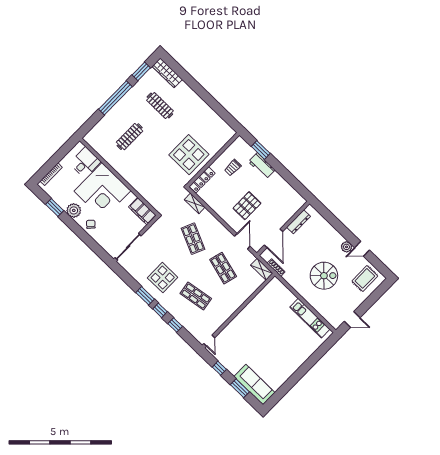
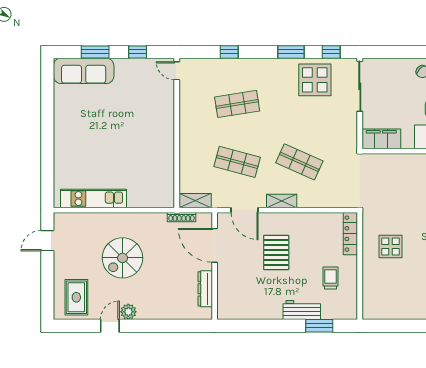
display table: (189, 155) -> (391, 247), width x0.54, depth x0.54
shelving: (195, 203) -> (282, 201), moved
display table: (163, 278) -> (315, 80), moved
window: (160, 310) -> (331, 52), moved

